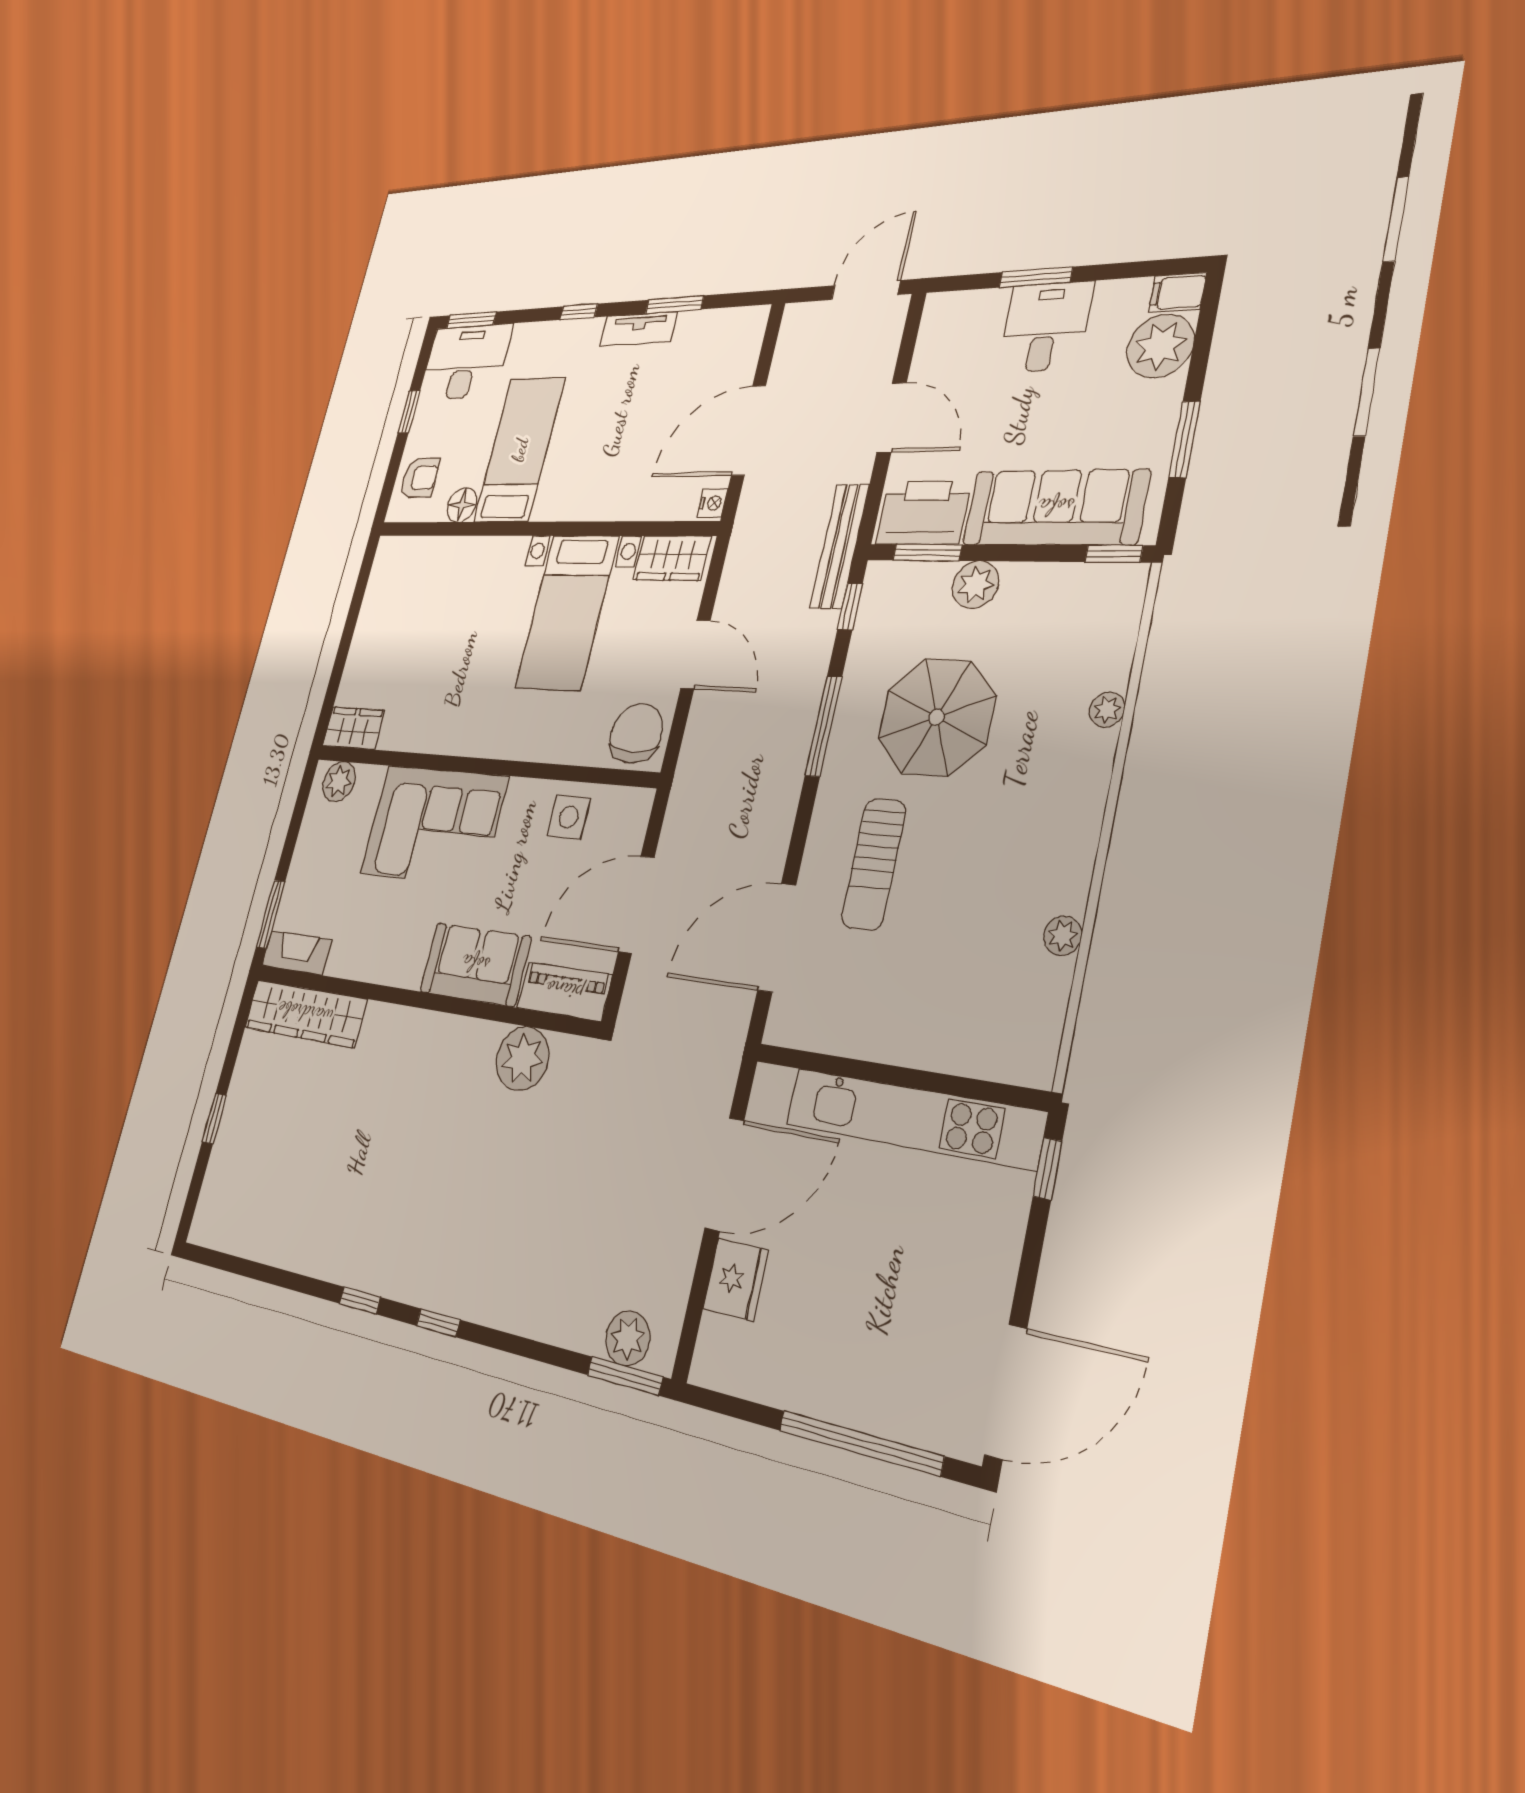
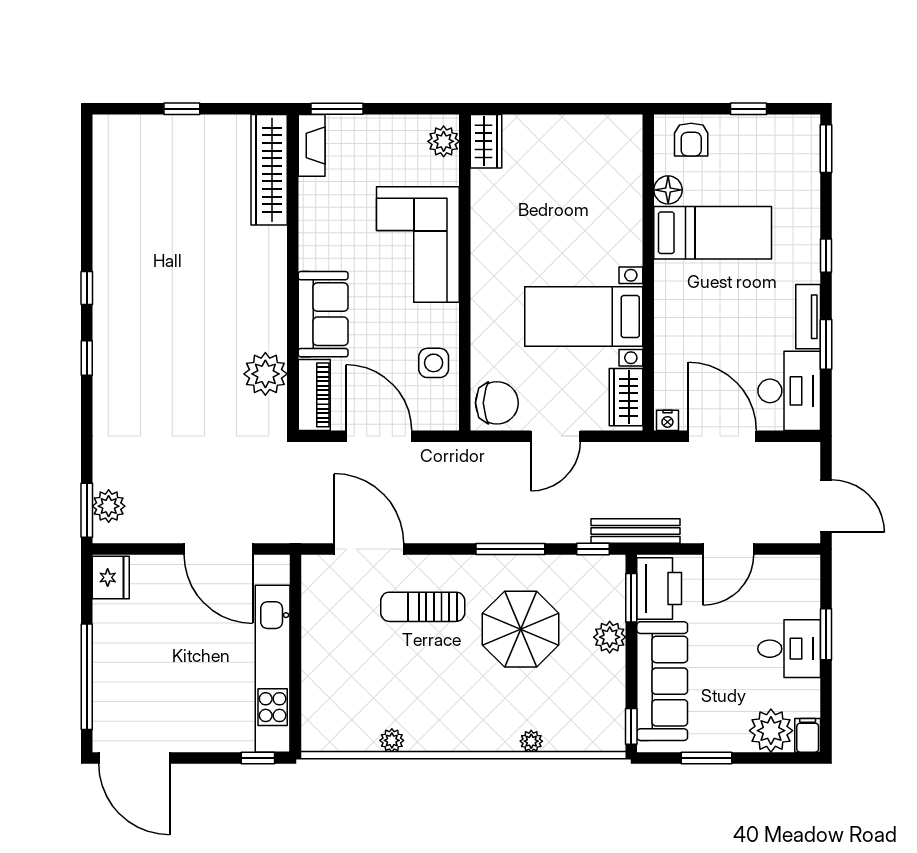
desk: (465, 362) -> (789, 391), moved
fridge: (736, 1279) -> (111, 577), moved, turned -90

